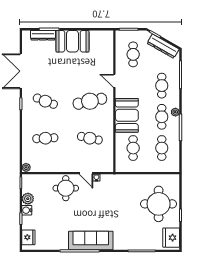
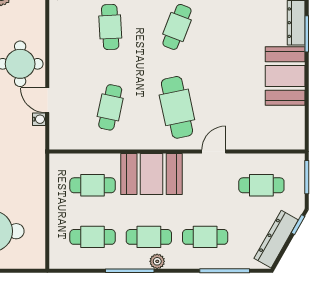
door: (86, 173) -> (47, 100), hinge flipped

